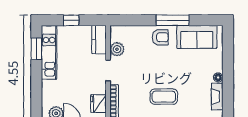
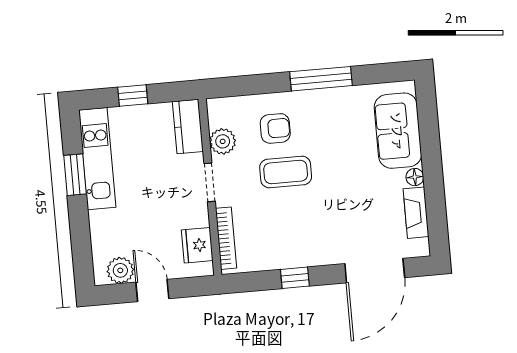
armchair: (160, 37) -> (275, 128), moved
sofa: (197, 37) -> (398, 131), moved, turned 90
window: (36, 49) -> (75, 175), moved
coffee table: (164, 97) -> (286, 172), moved

